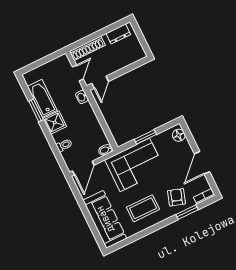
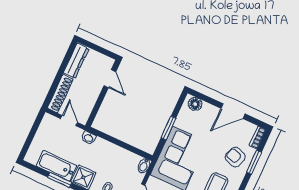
dresser: (118, 34) -> (76, 61), width x1.44
door: (100, 82) -> (110, 79), moved
door: (202, 163) -> (233, 111), hinge flipped

